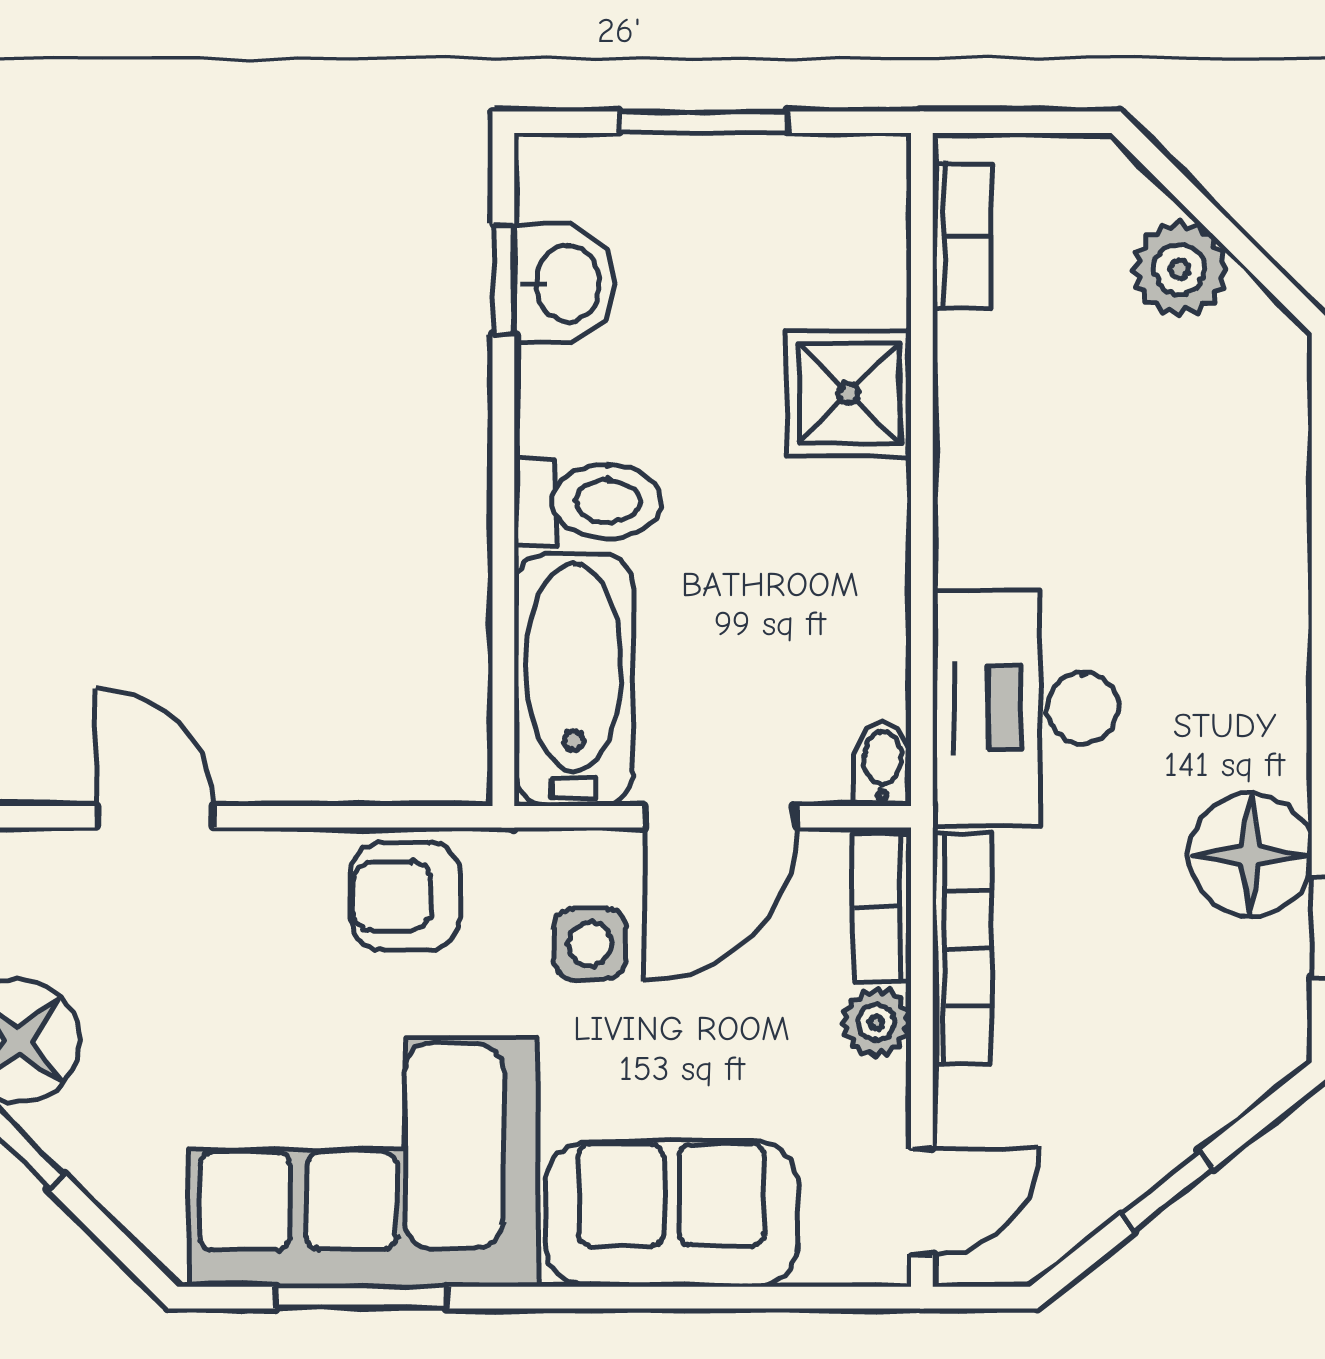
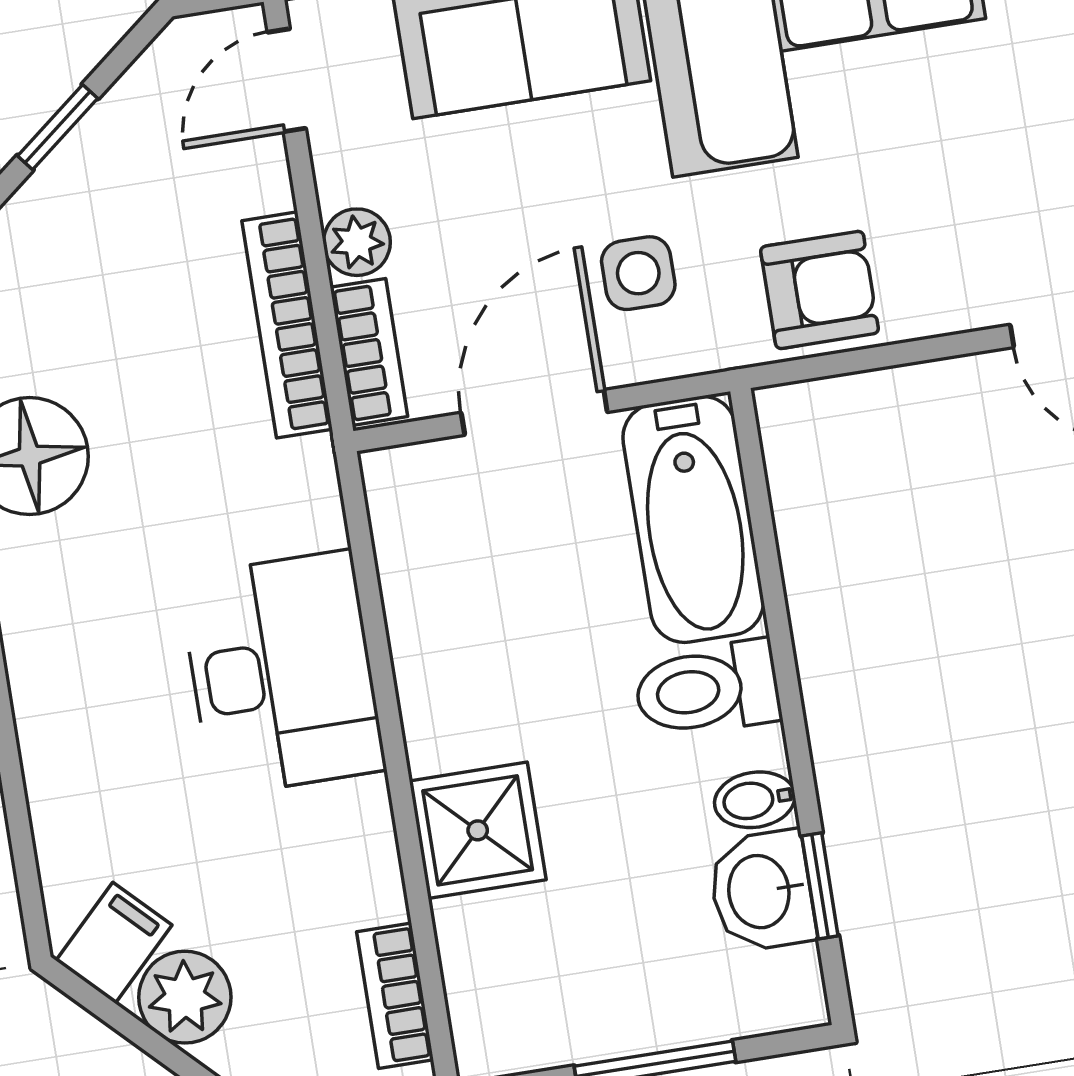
filing cabinet: (1244, 337) -> (114, 943), added
desk: (1025, 708) -> (282, 673), moved
bidet: (882, 764) -> (755, 800), moved, turned 90

